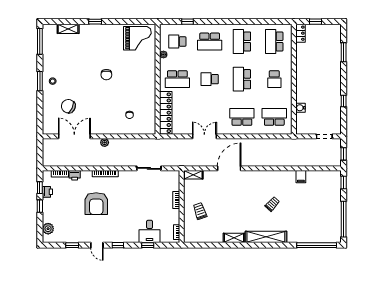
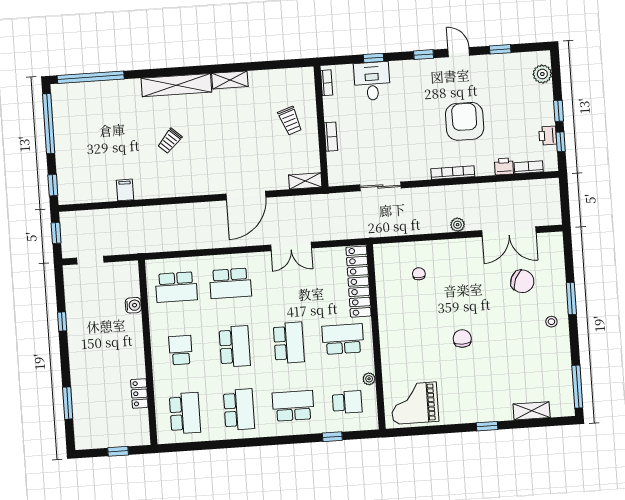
locker: (301, 33) -> (139, 393), moved
school desk: (210, 79) -> (289, 343), width x1.85
window: (40, 81) -> (571, 299), moved

